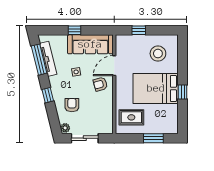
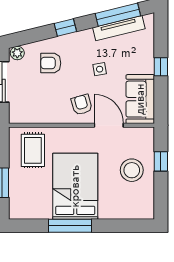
sofa: (90, 44) -> (140, 99), width x0.73
stool: (158, 54) -> (132, 170), moved
window: (183, 92) -> (70, 226), width x2.17
armchair: (72, 105) -> (51, 63), turned 180

